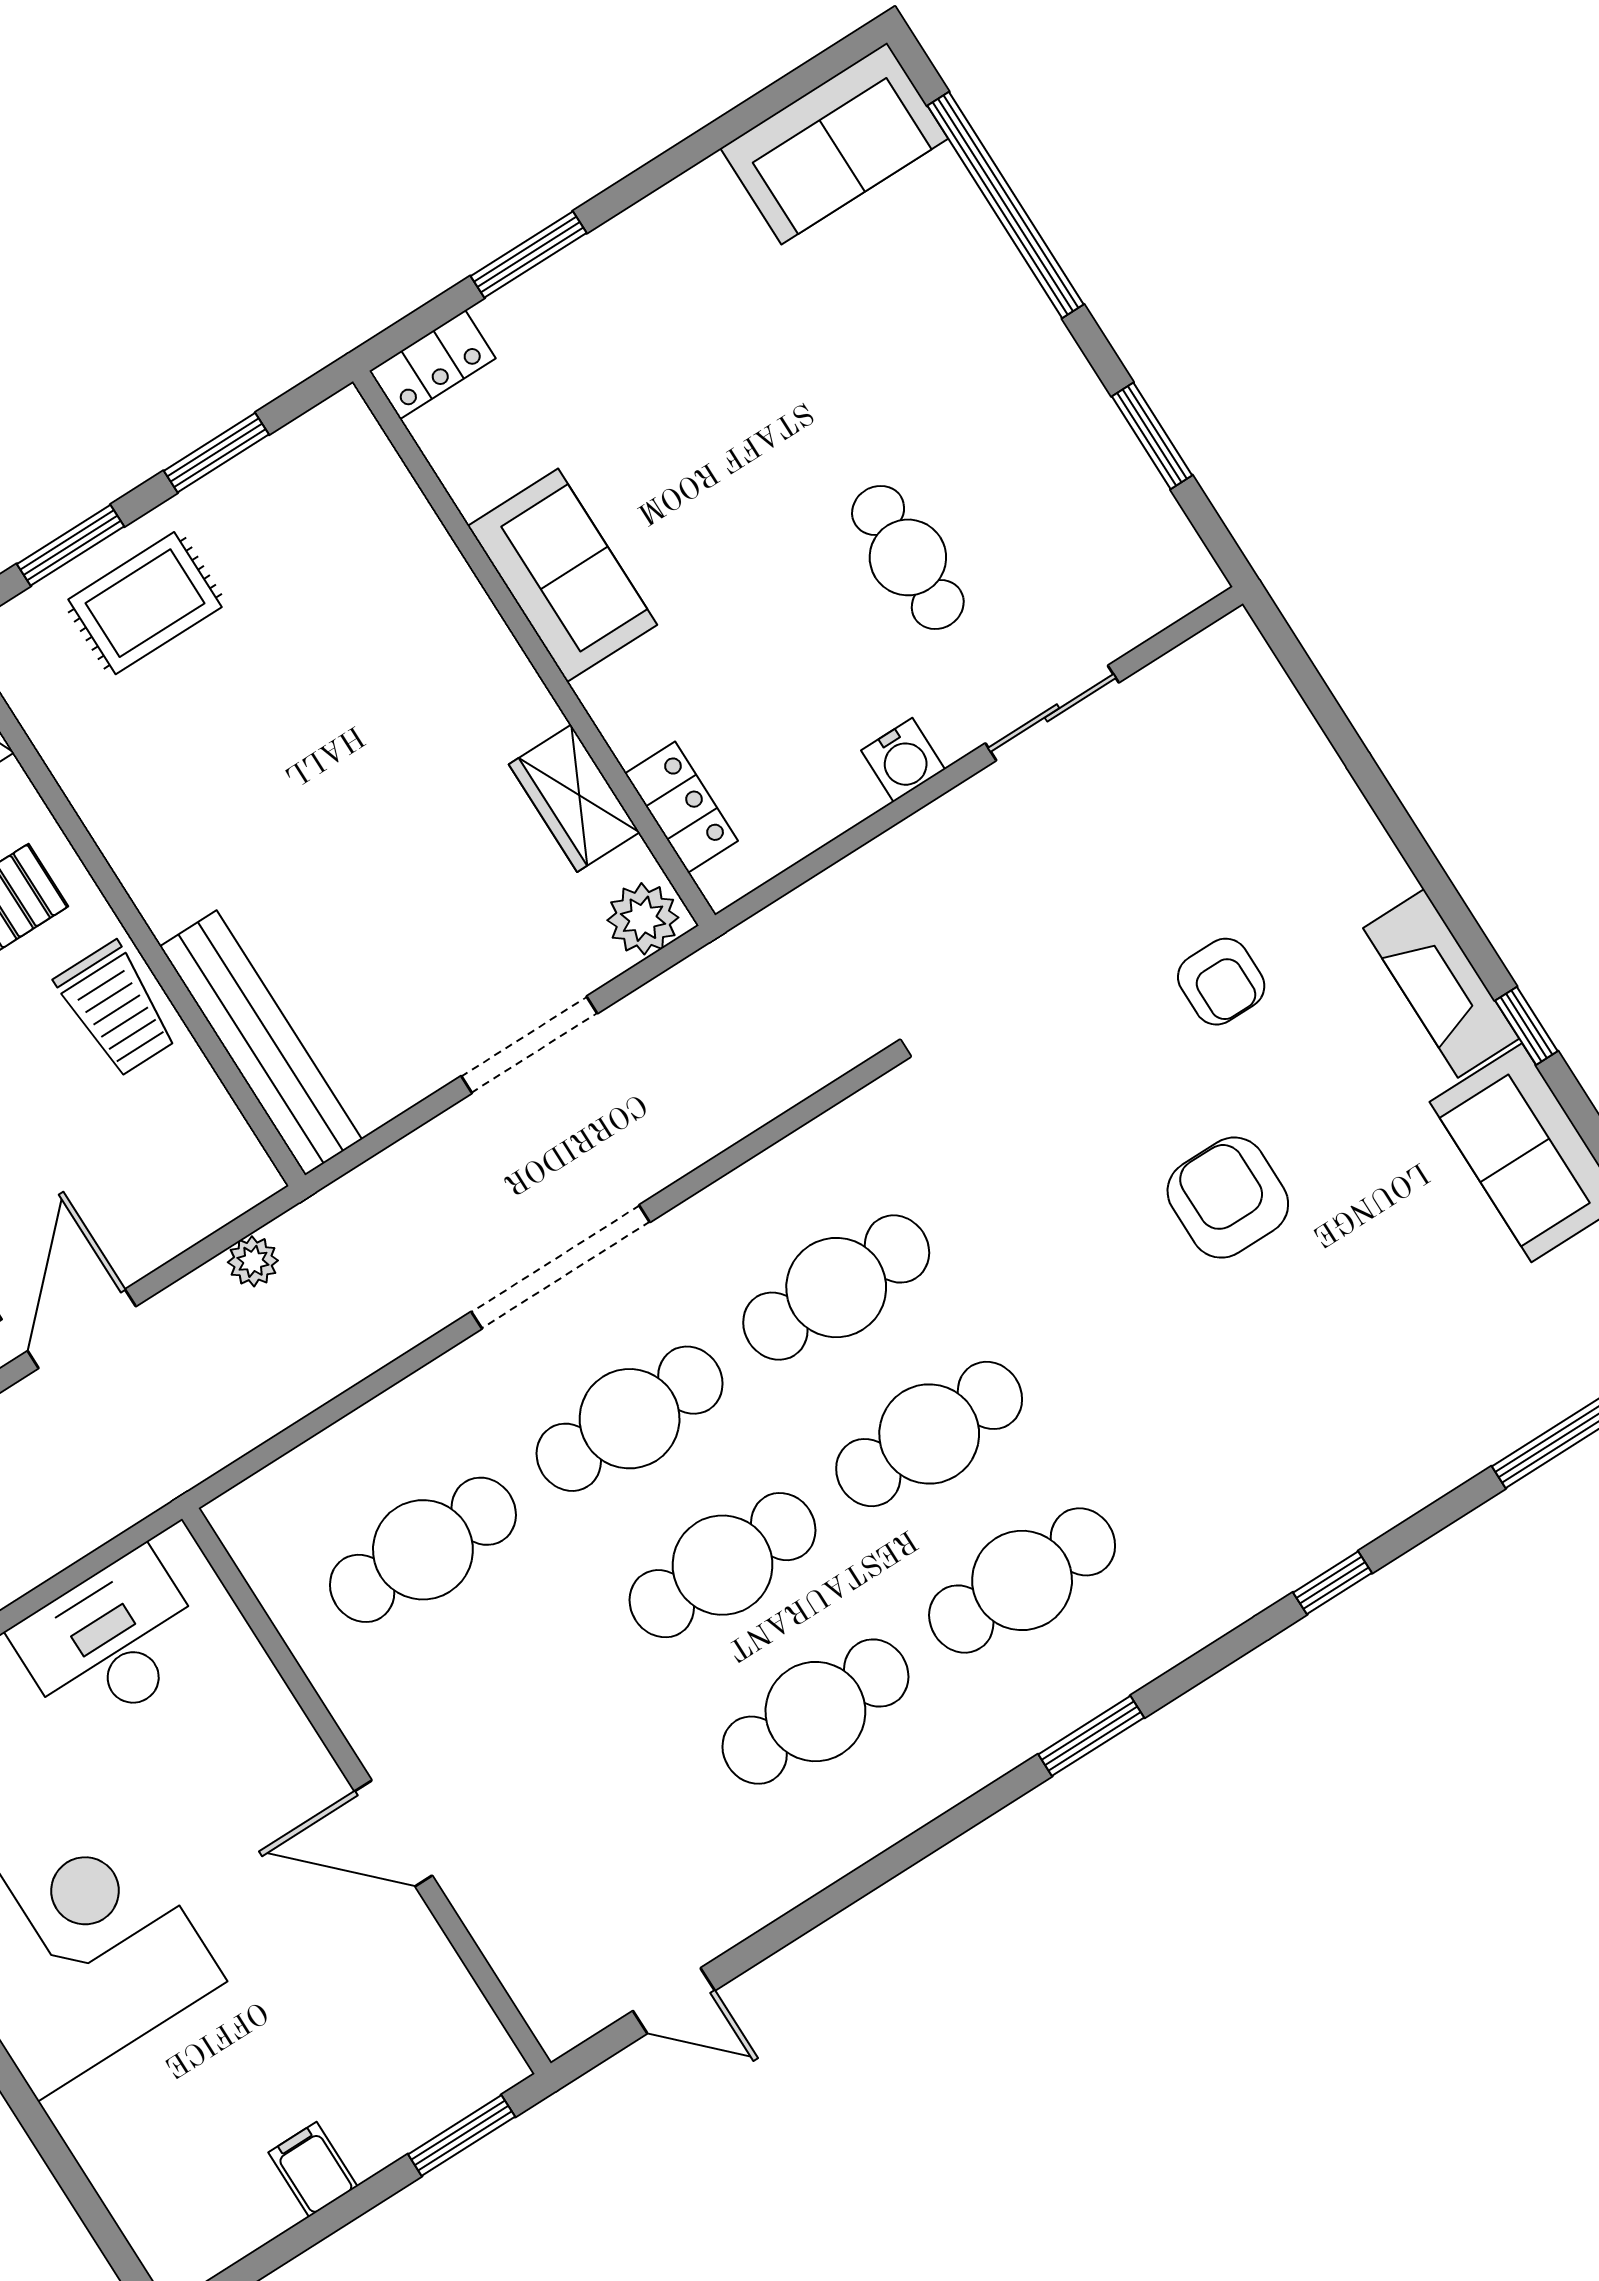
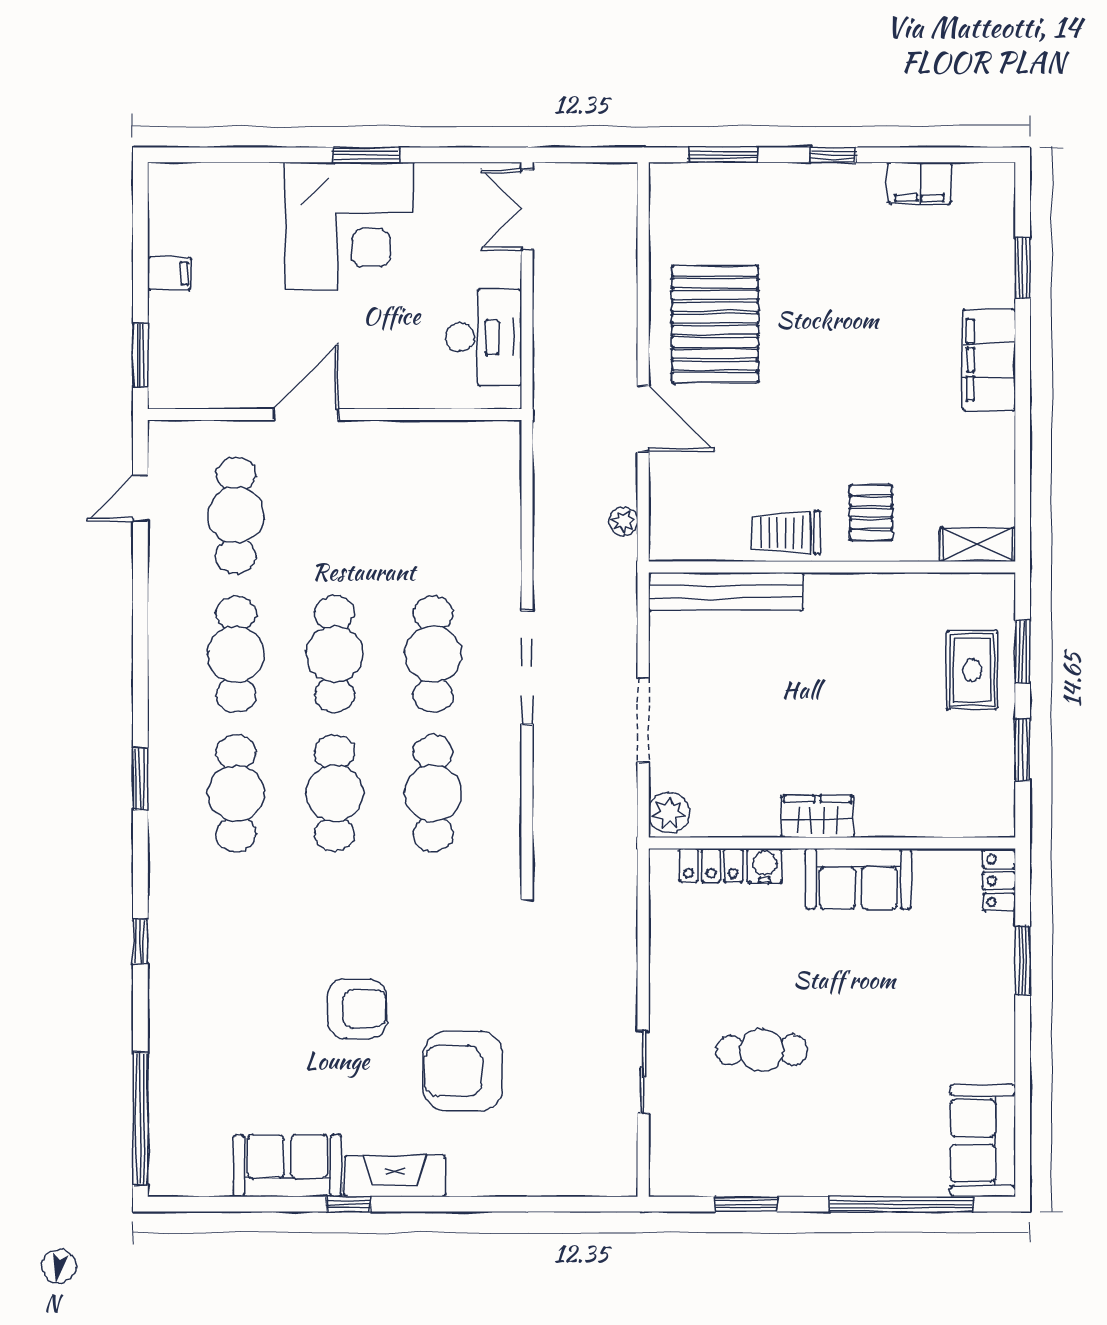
water cooler: (903, 760) -> (765, 866), moved, turned 90
wardrobe: (574, 798) -> (818, 816), moved
armchair: (1221, 982) -> (463, 1071), width x1.88, depth x1.88
cafe table: (423, 1550) -> (236, 515), moved

